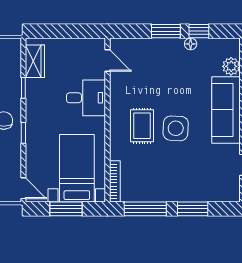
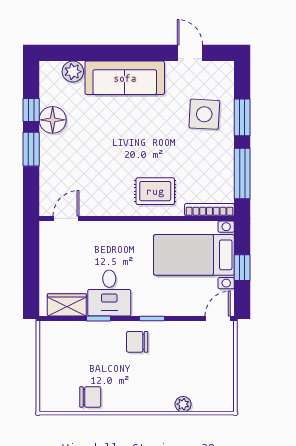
floor lamp: (191, 44) -> (53, 120), width x1.89, depth x1.89
desk: (86, 98) -> (109, 293), moved, turned 180
rug: (142, 126) -> (155, 191), moved
side table: (176, 128) -> (204, 114), moved
window: (66, 209) -> (242, 268), width x0.67

